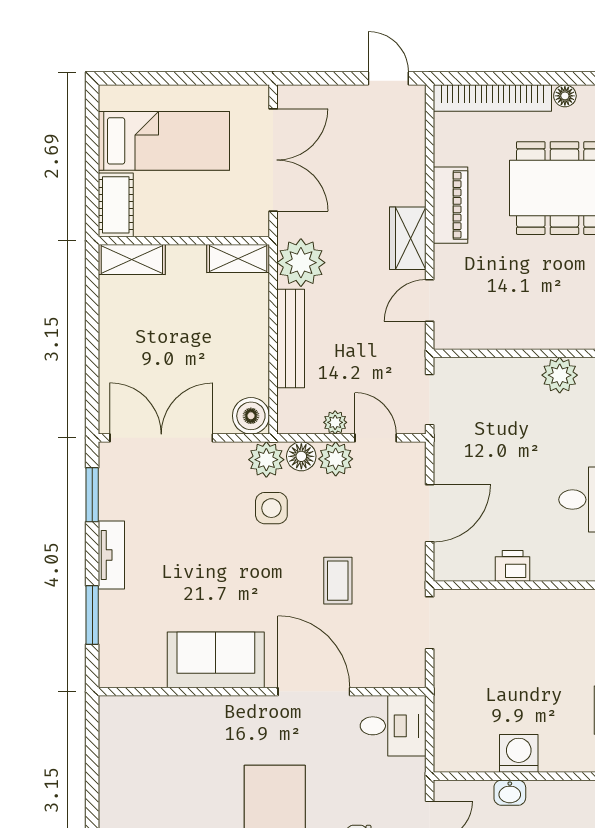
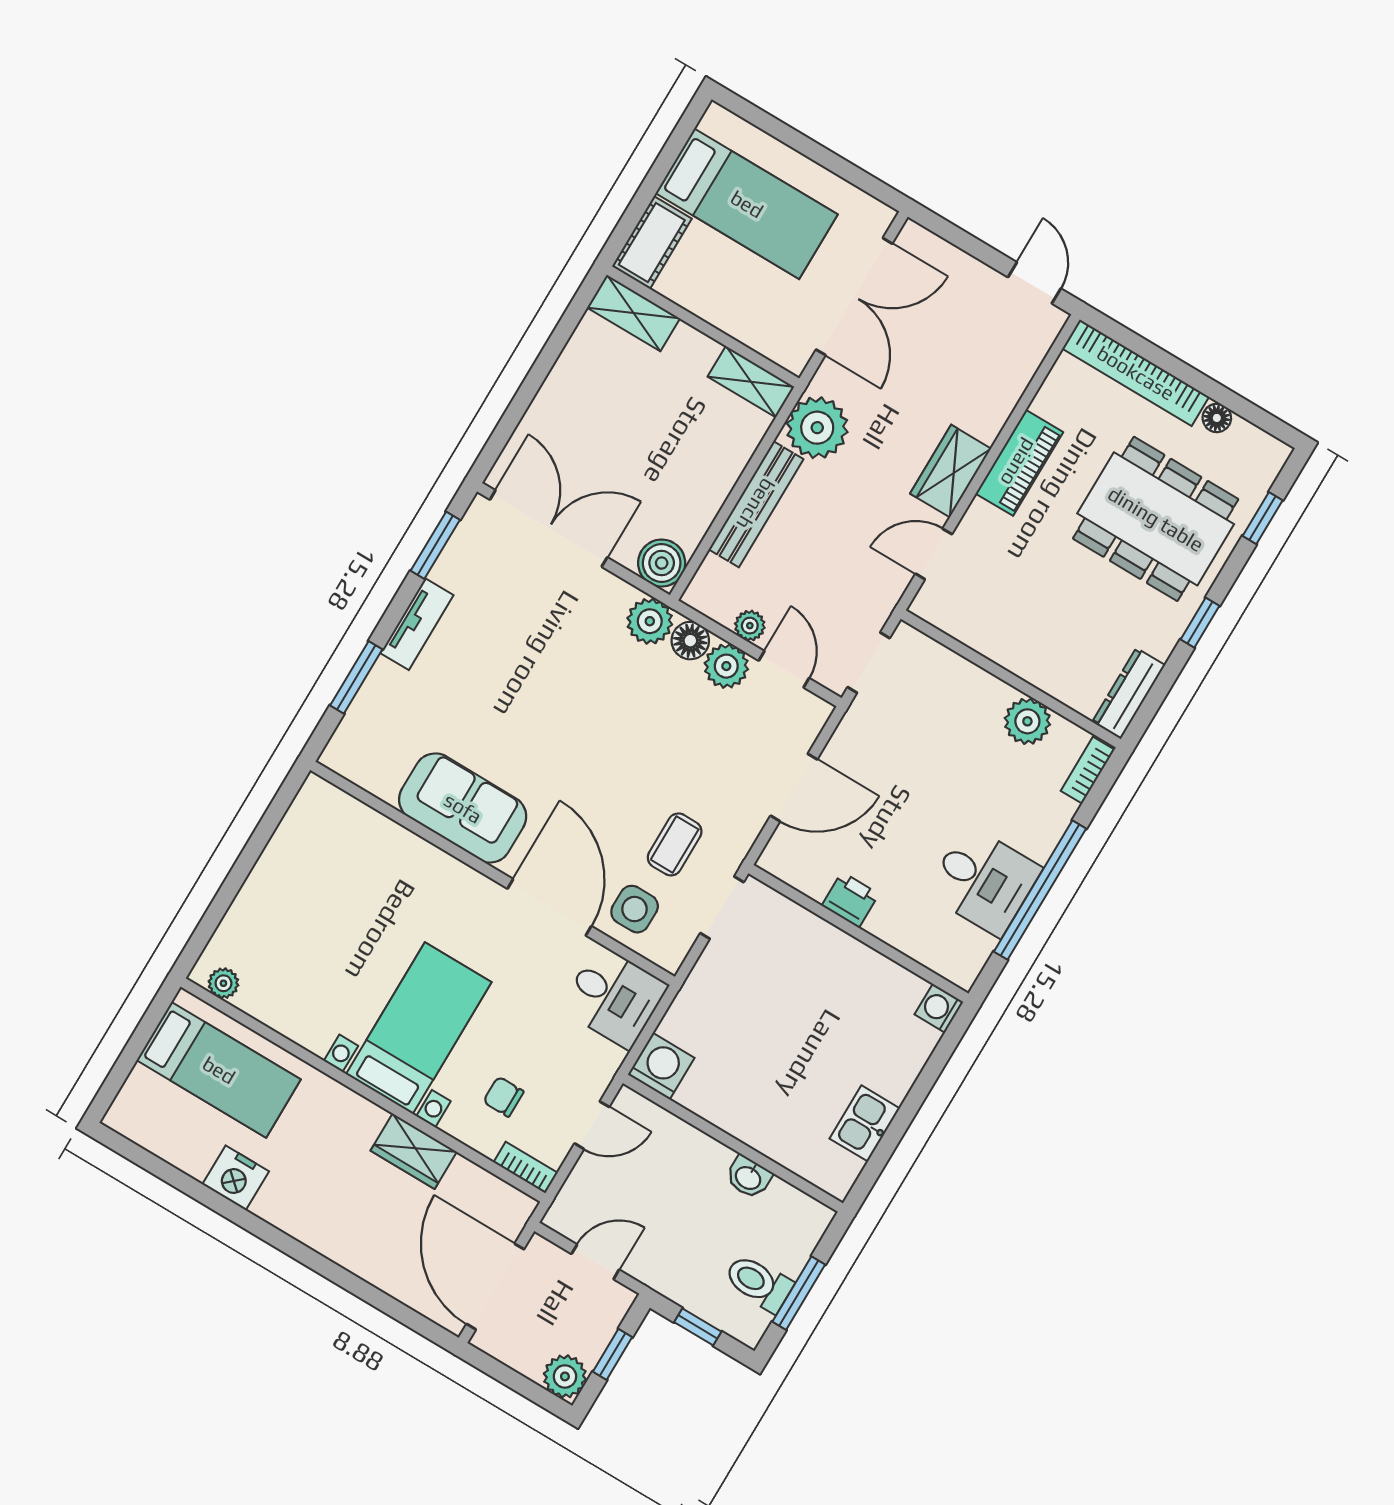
side table: (271, 508) -> (635, 909), moved
coffee table: (338, 581) -> (675, 844), moved
washing machine: (519, 753) -> (661, 1066), moved
washbasin: (510, 793) -> (749, 1177), moved

